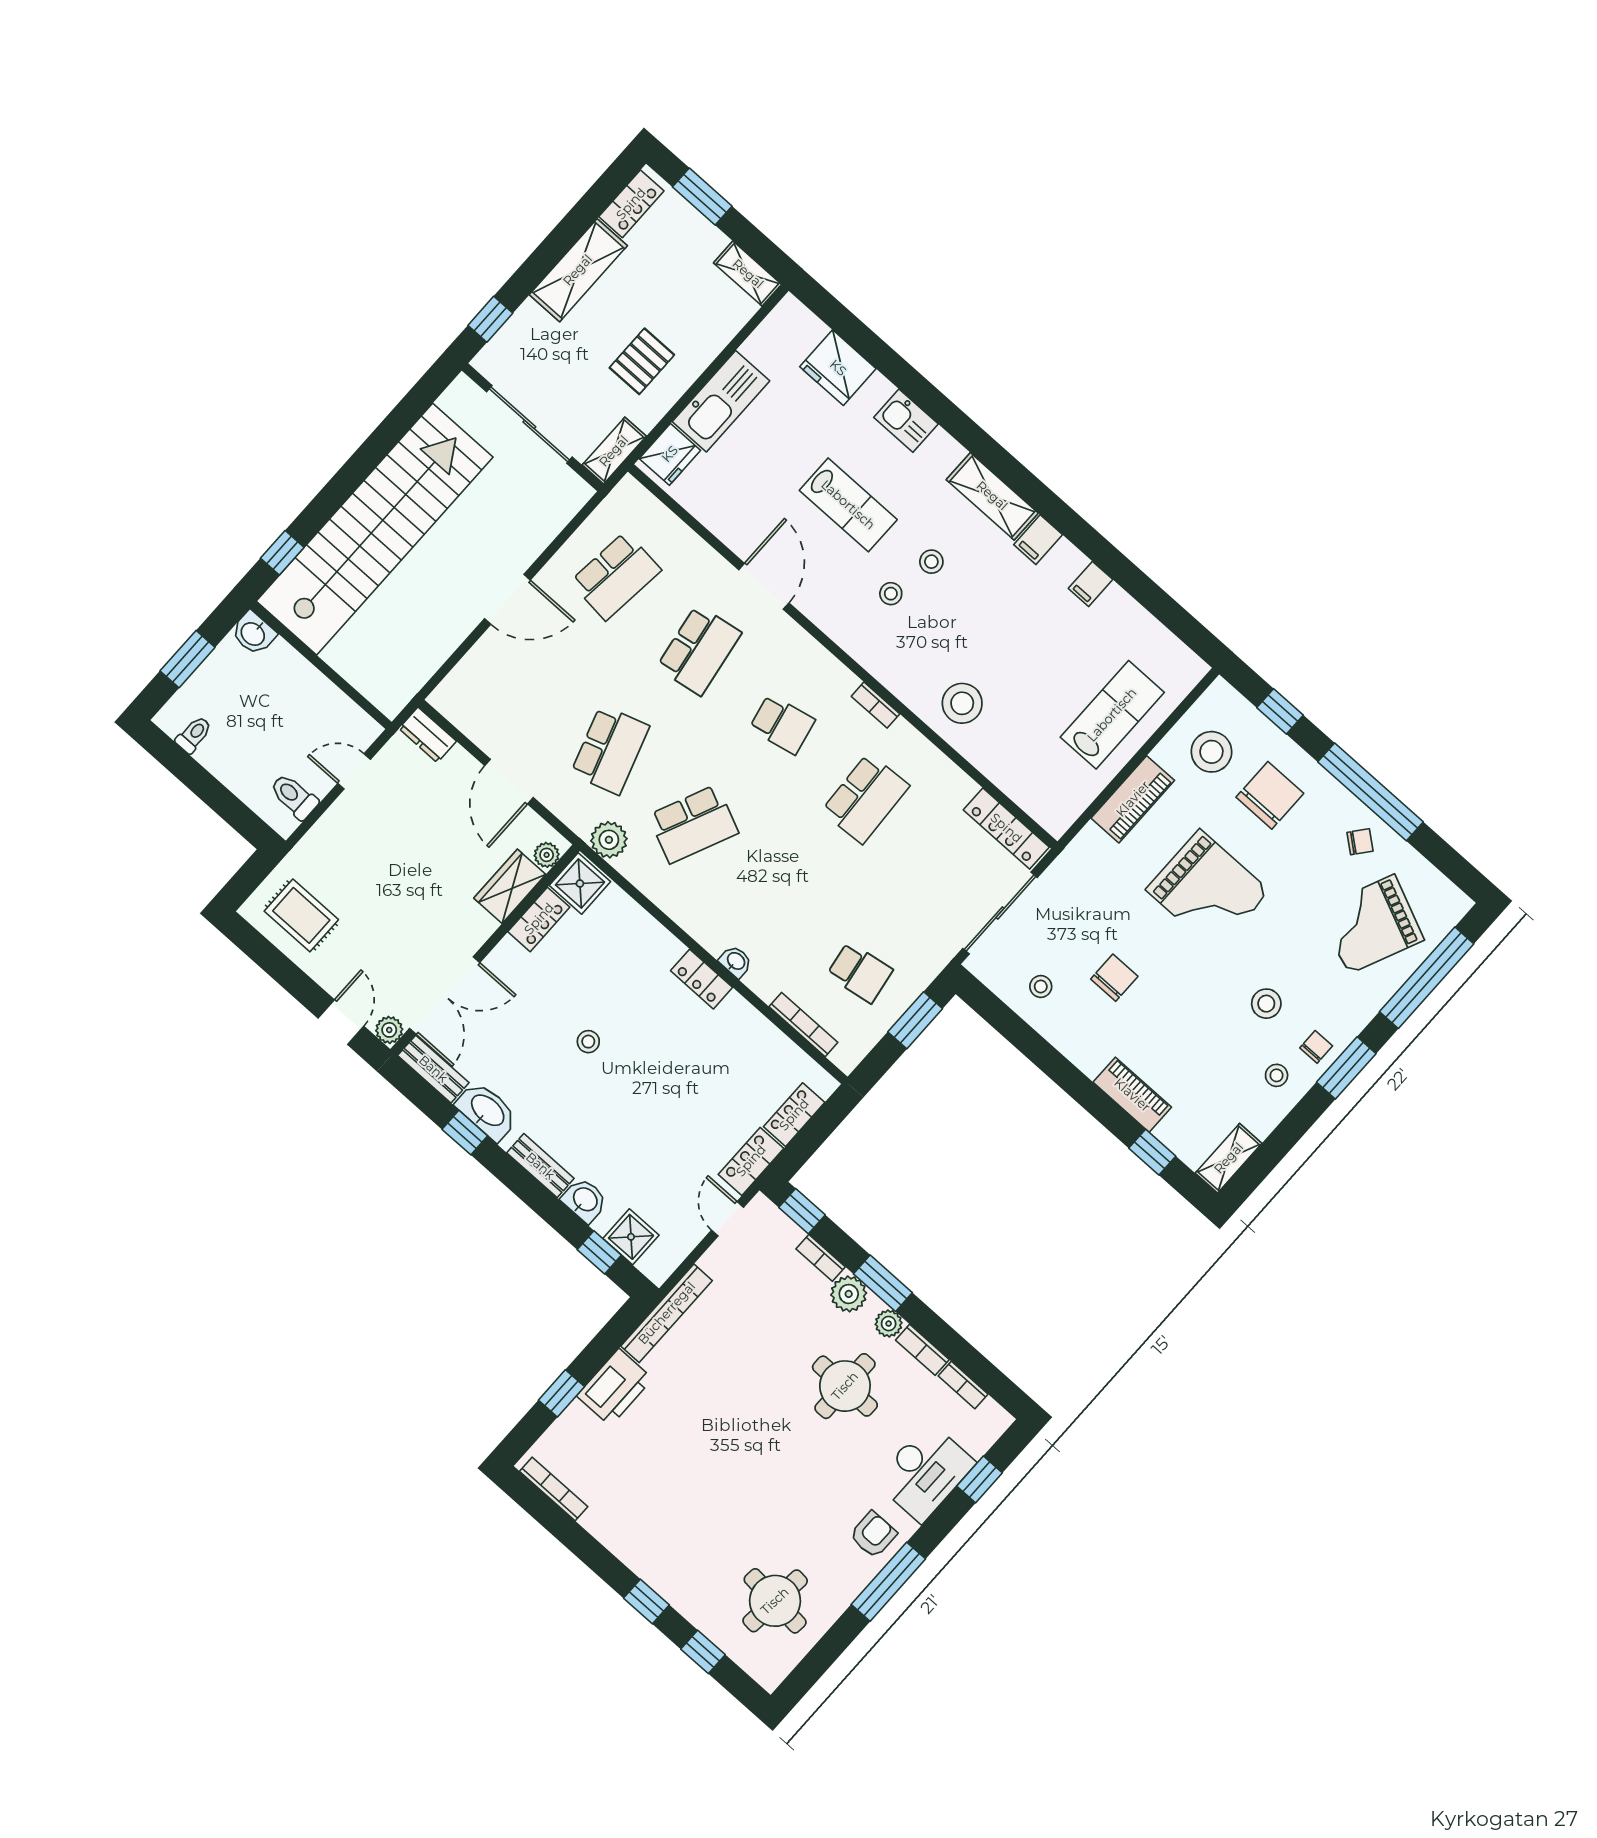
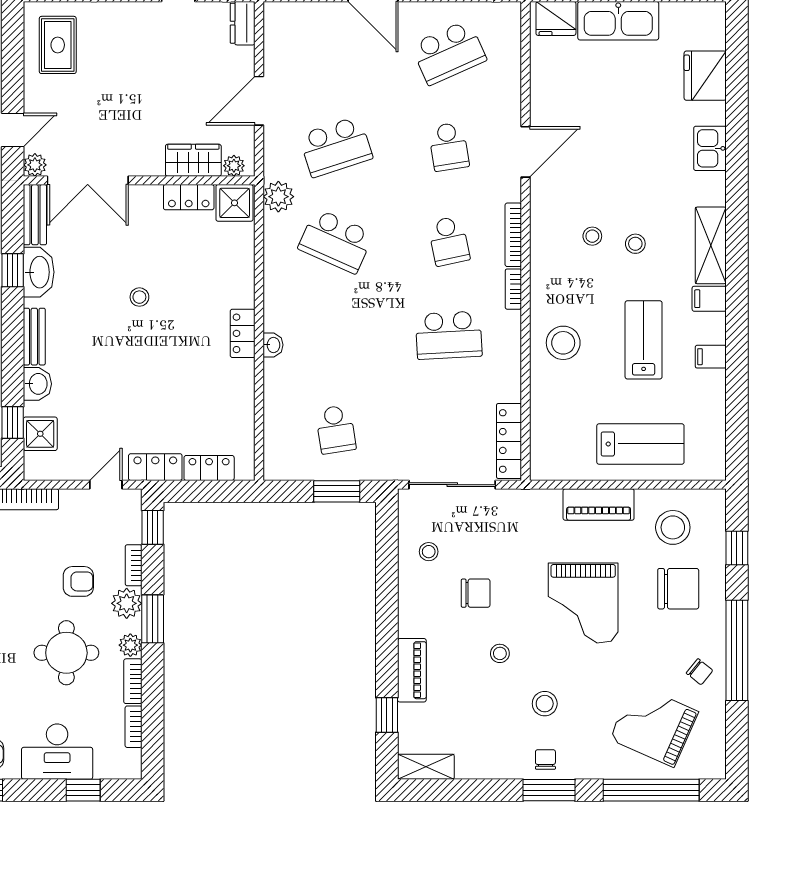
lab bench: (848, 505) -> (644, 340), moved, turned 180
school desk: (616, 576) -> (449, 52), turned -30
school desk: (699, 650) -> (449, 147), width x0.54
bookcase: (803, 1025) -> (513, 235), moved, turned 180
chair: (1316, 1047) -> (545, 759), turned -90
stool: (1277, 1075) -> (500, 653), moved
armchair: (791, 1319) -> (78, 581), added

